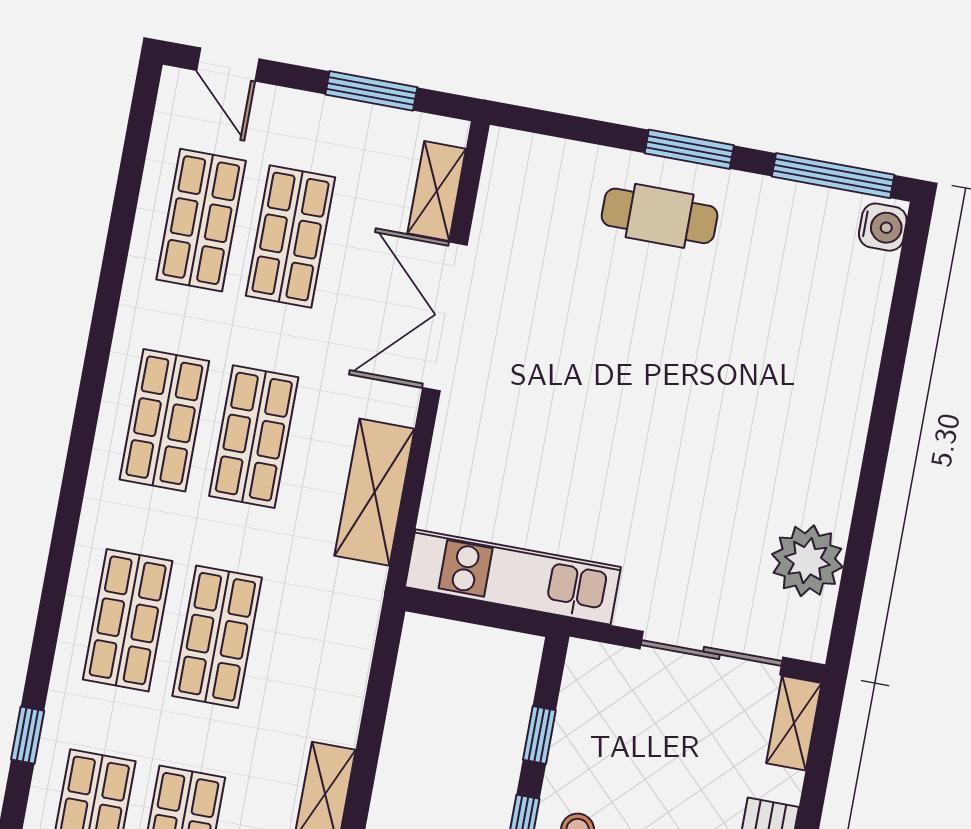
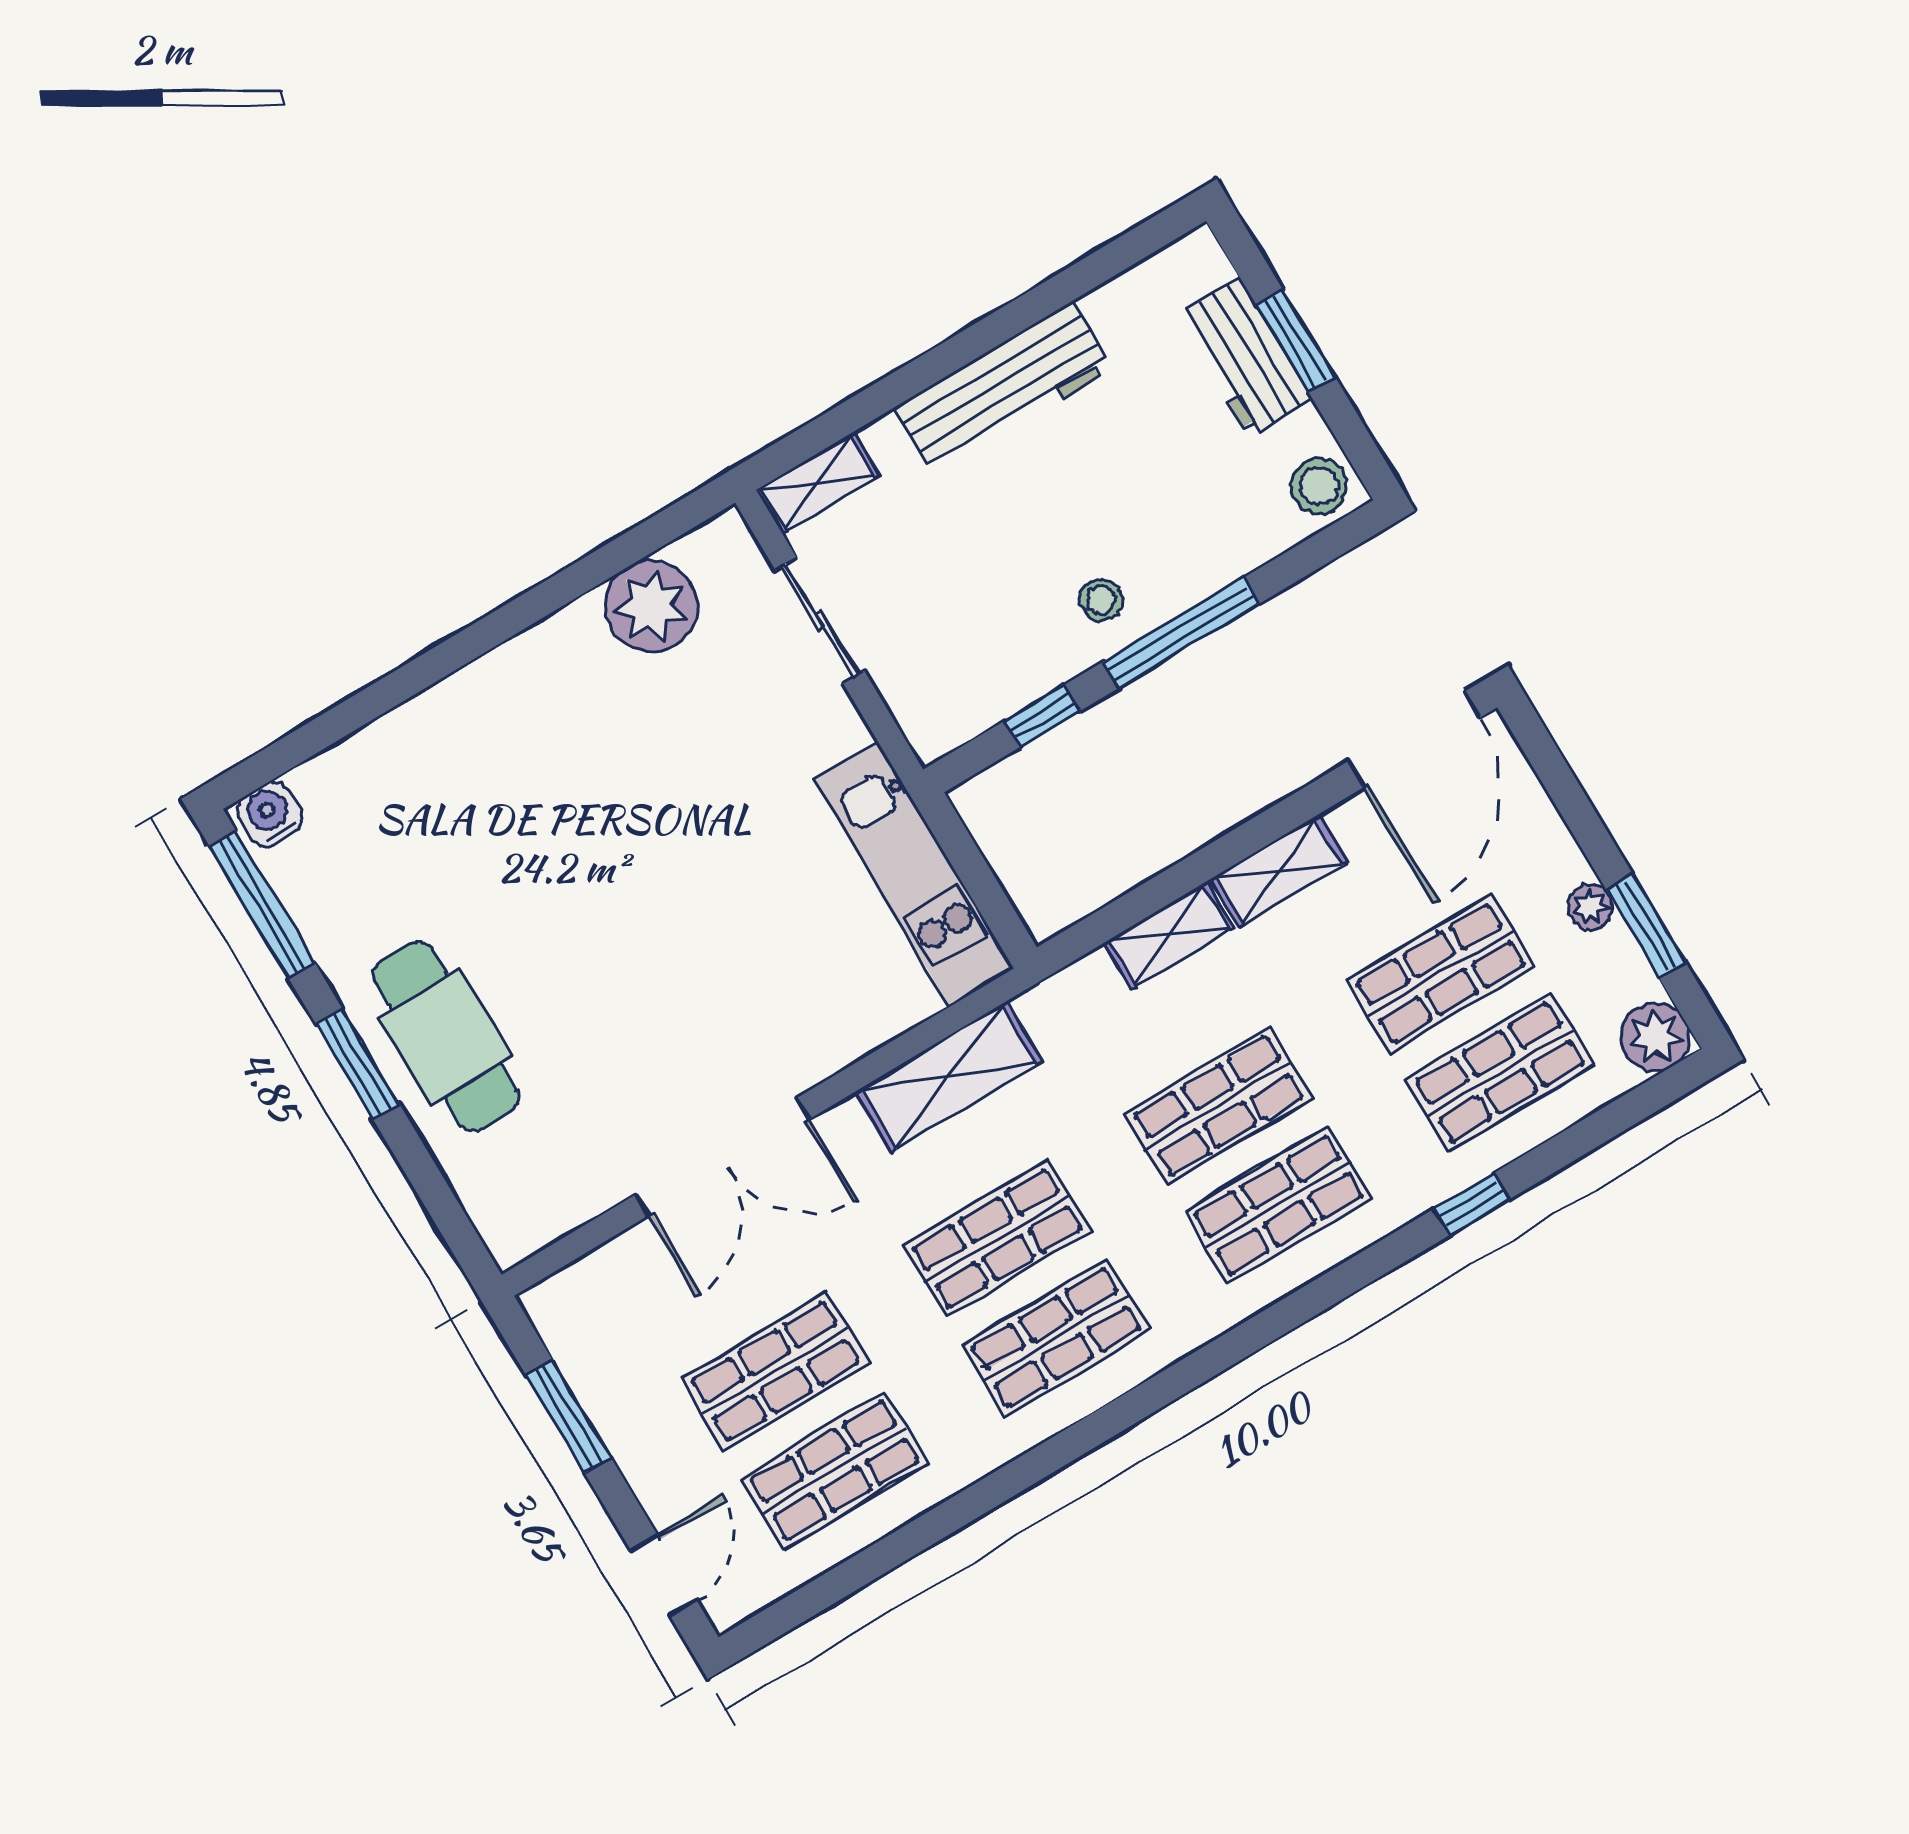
shelving: (437, 191) -> (1169, 935), moved
cafe table: (660, 216) -> (446, 1036), width x1.37, depth x1.35
sliding door: (712, 653) -> (820, 620), width x0.73

